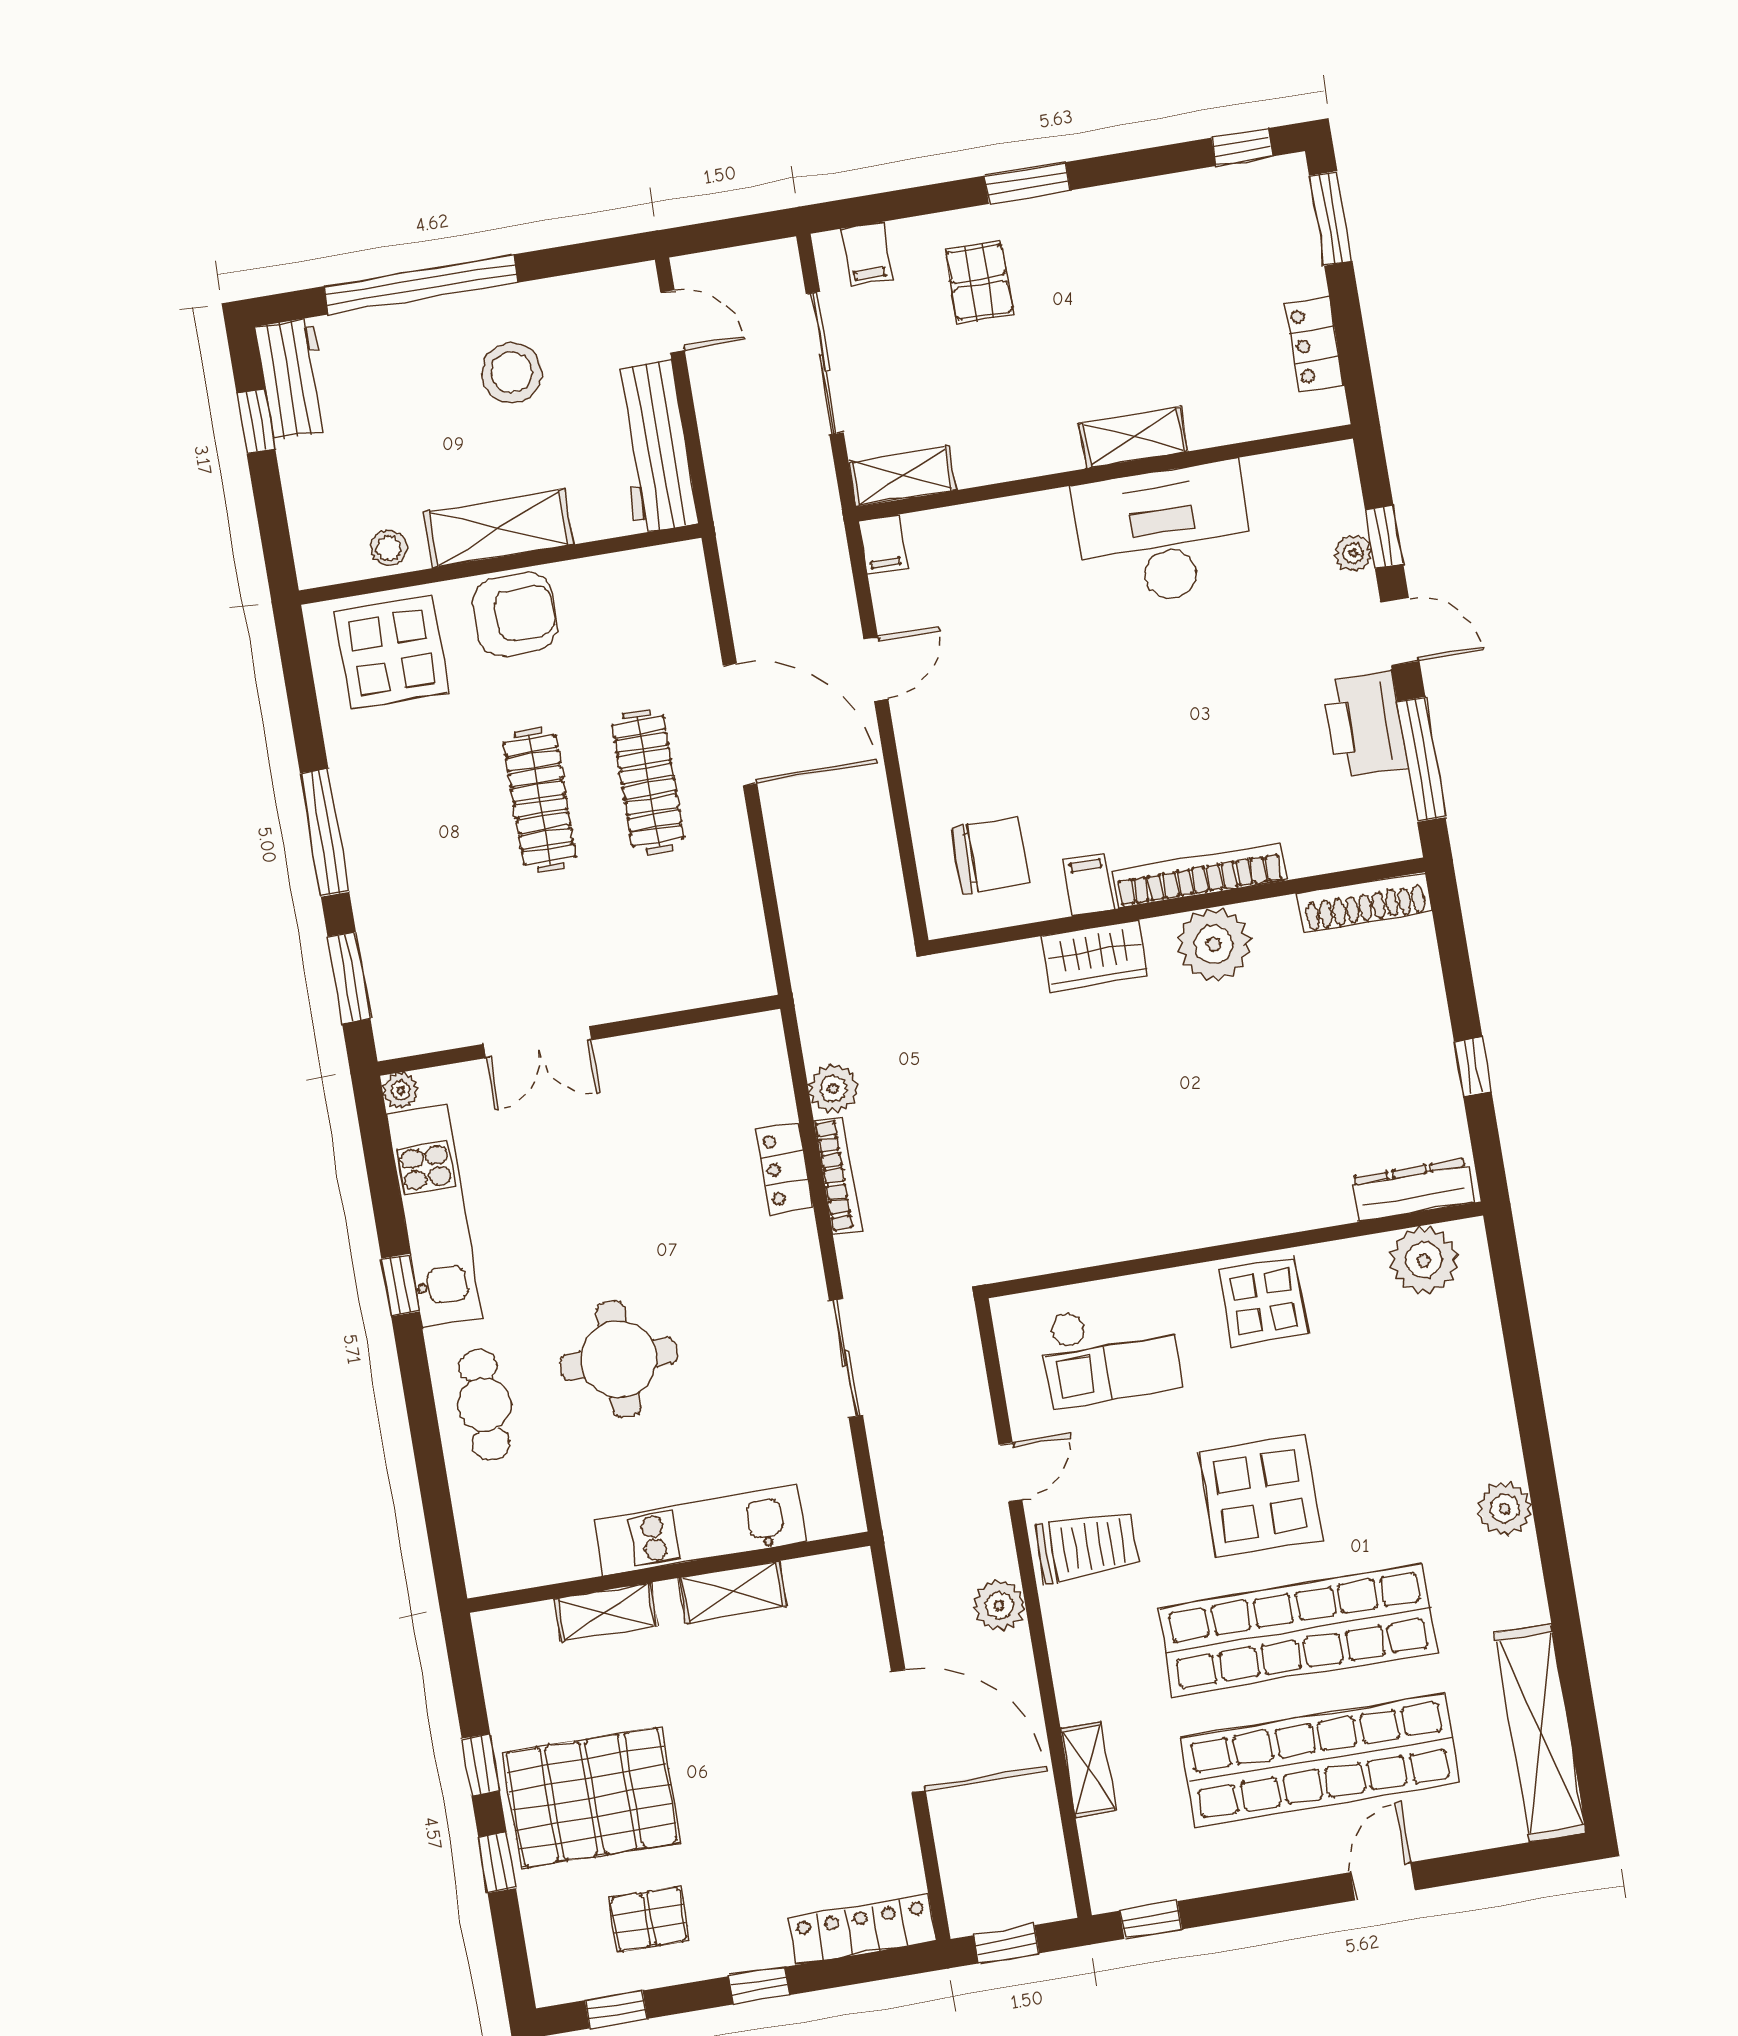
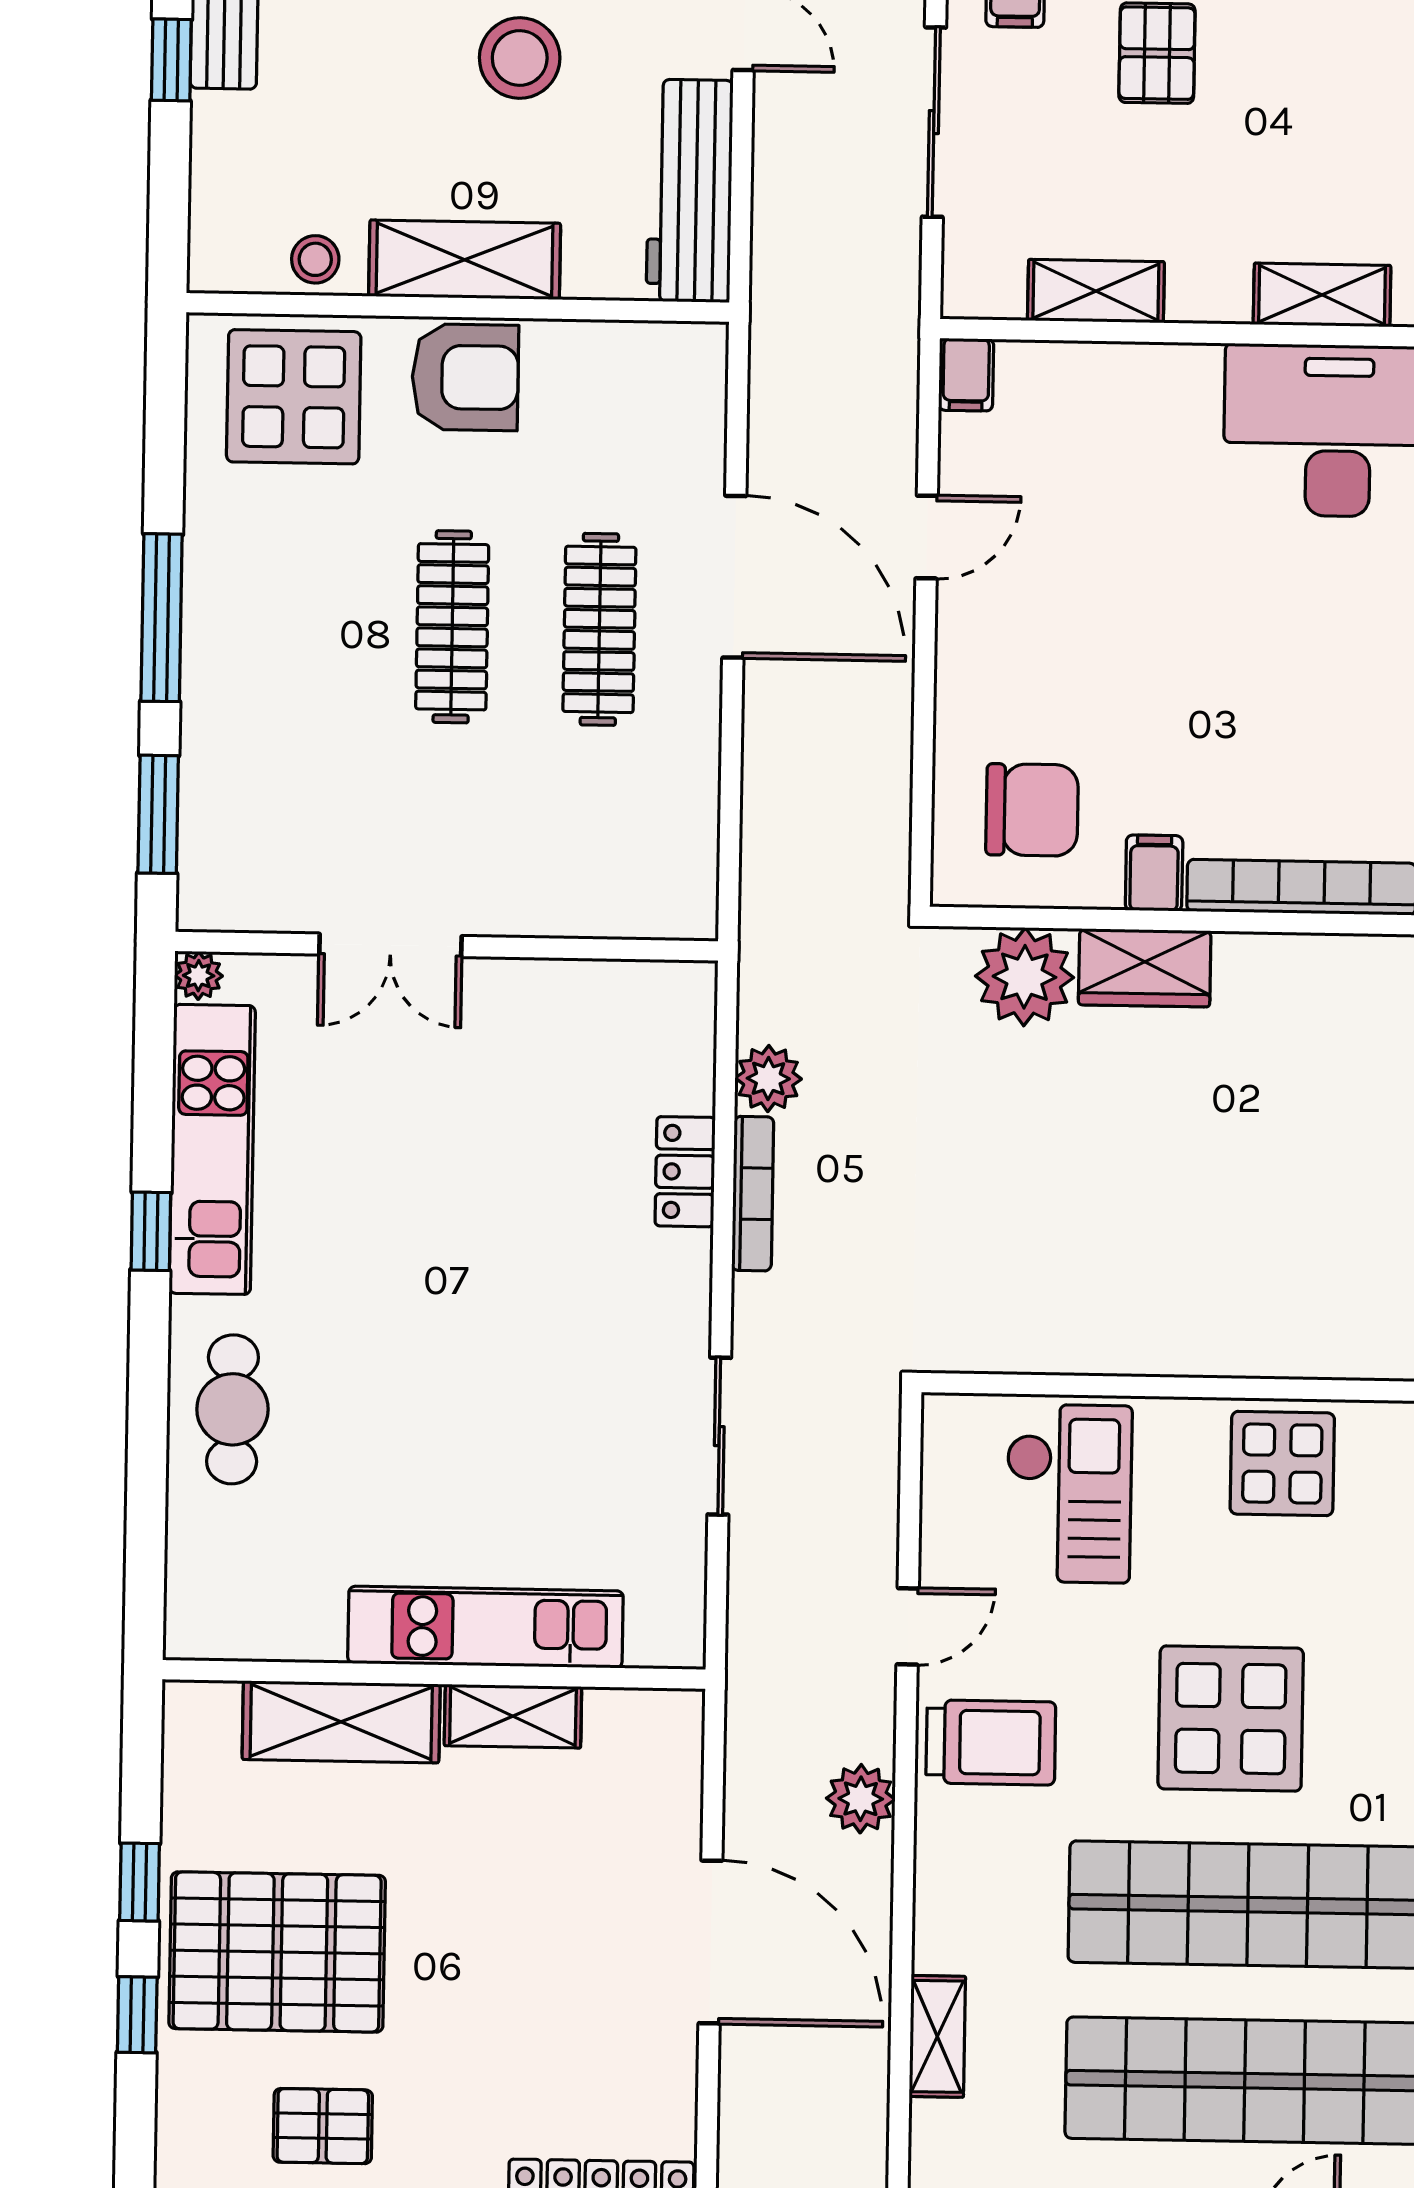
shelving: (902, 476) -> (1096, 291), moved
plant: (1214, 944) -> (1024, 977), moved
checkout: (1111, 1353) -> (1069, 1494), turned -90
round table: (619, 1359) -> (420, 1382), removed
shelving: (606, 1612) -> (341, 1722), width x1.50, depth x1.33

